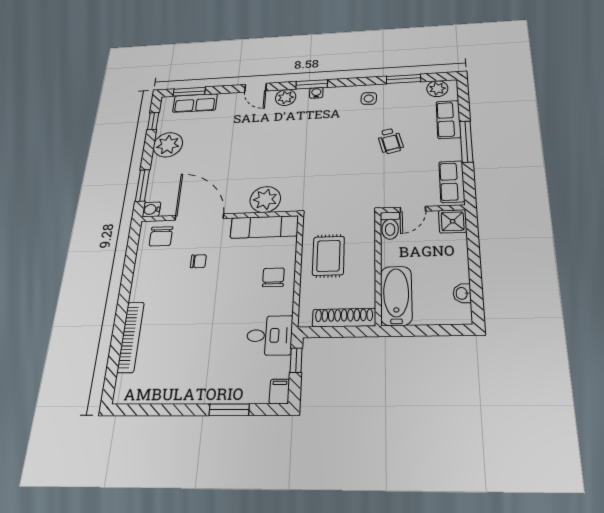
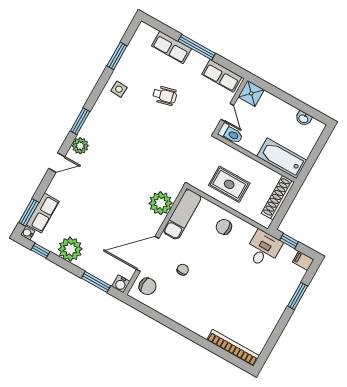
plant: (437, 89) -> (141, 38), removed
water cooler: (316, 93) -> (28, 233), moved
bookcase: (131, 337) -> (233, 348), moved

